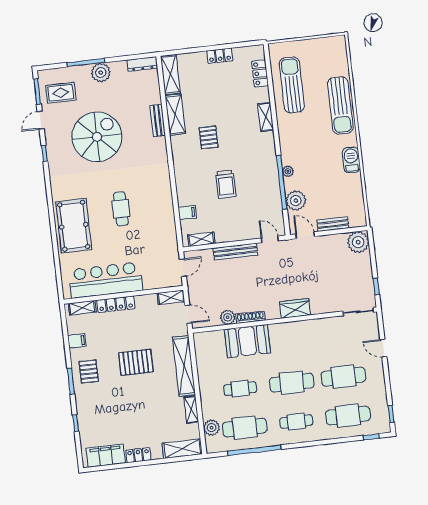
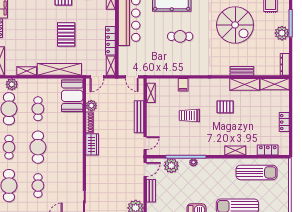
filing cabinet: (187, 213) -> (183, 85), moved
locker: (116, 304) -> (110, 41), moved
wardrobe: (295, 308) -> (92, 144), moved
booth: (247, 341) -> (72, 96), moved
cafe table: (343, 377) -> (38, 186), width x0.73, depth x0.74

